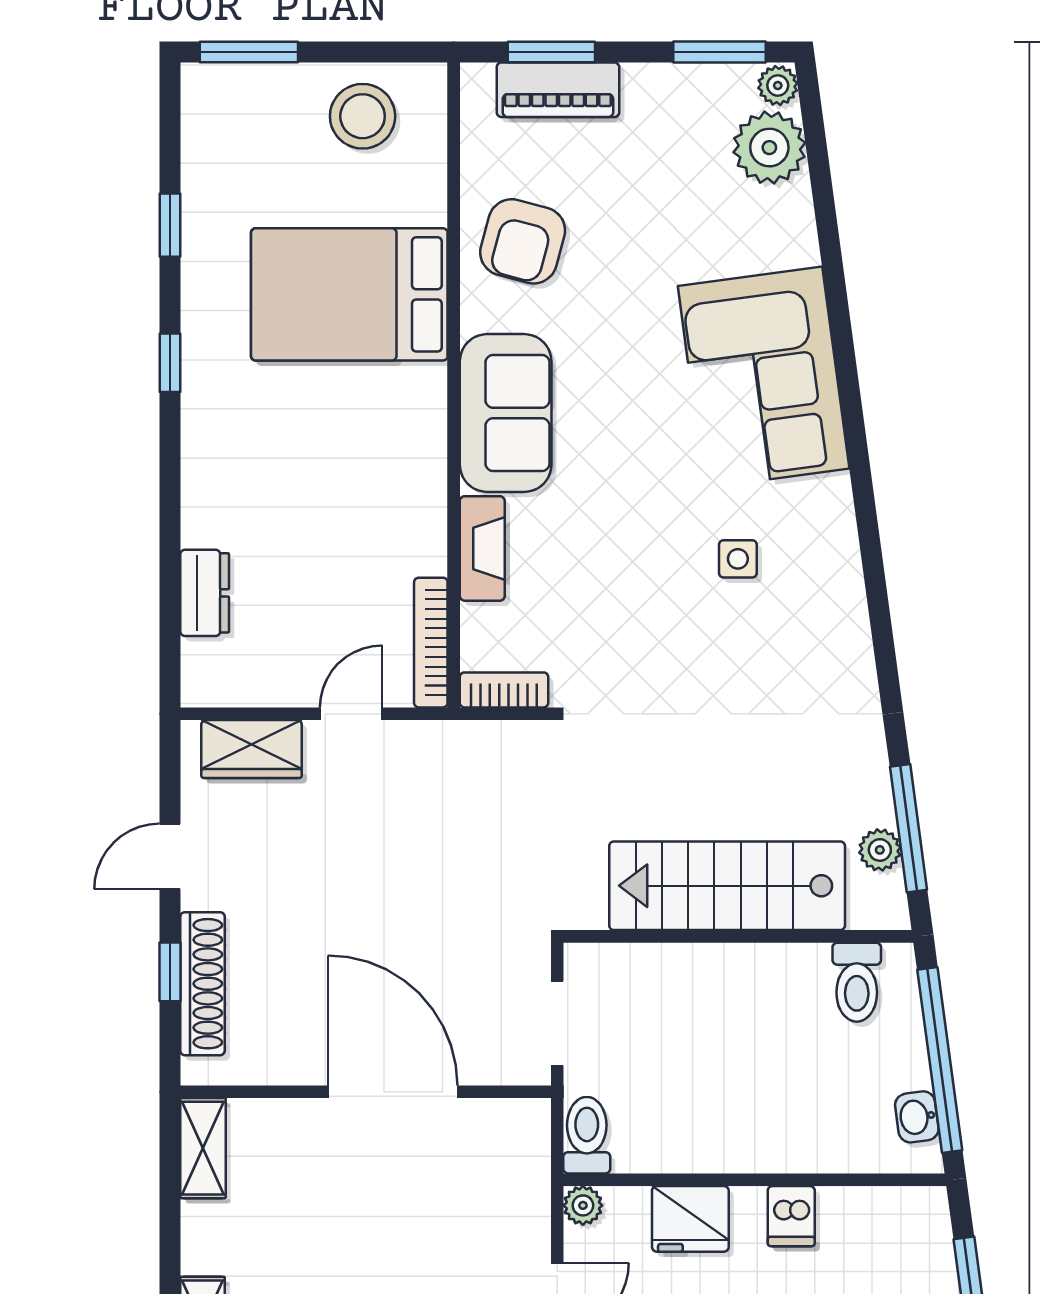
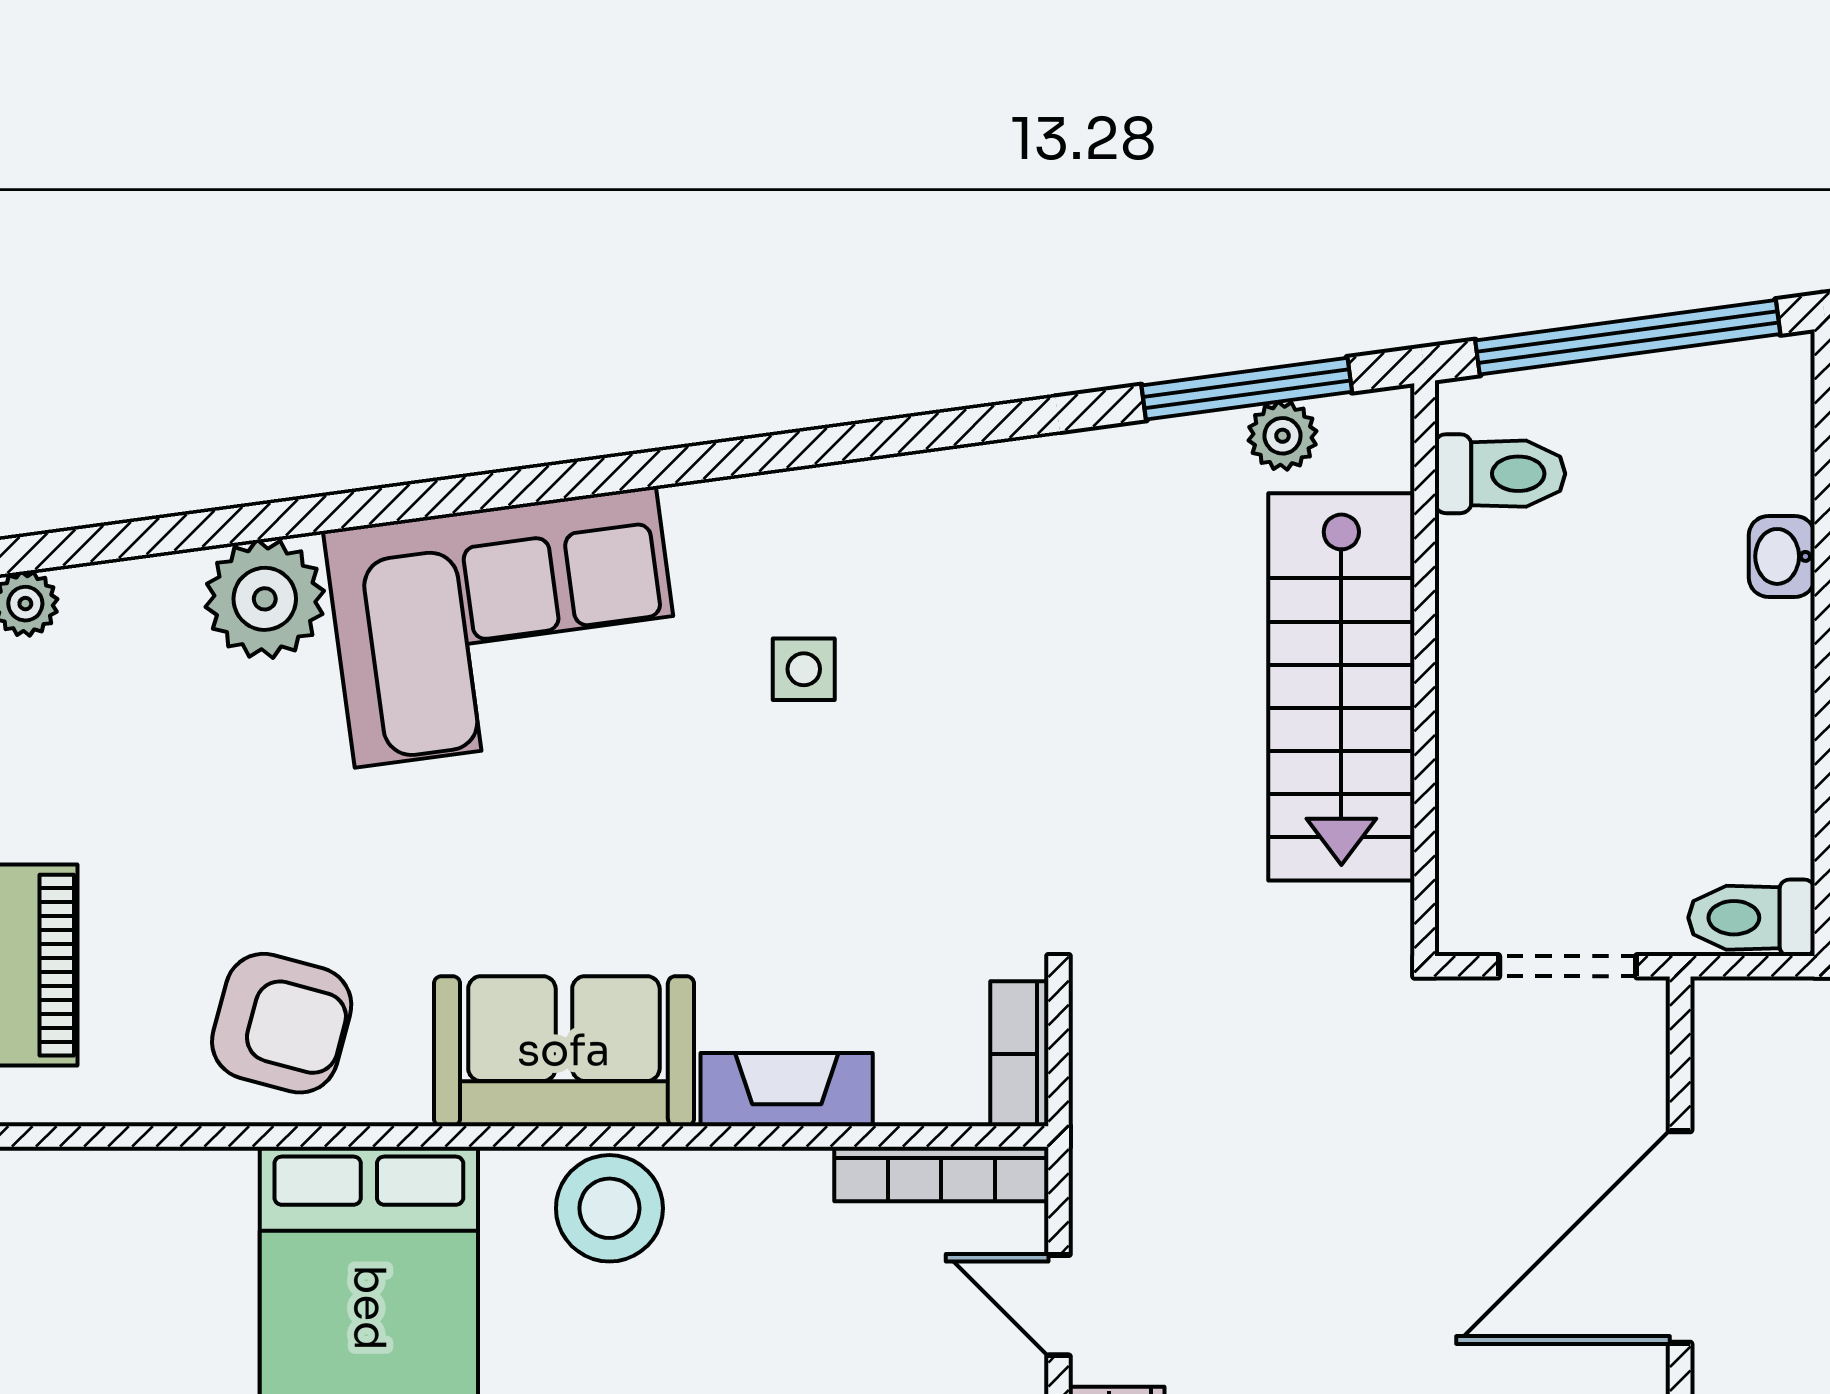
stool: (363, 116) -> (609, 1208), moved
plant: (769, 148) -> (265, 599), moved
washbasin: (917, 1117) -> (1782, 556), moved, turned 98

